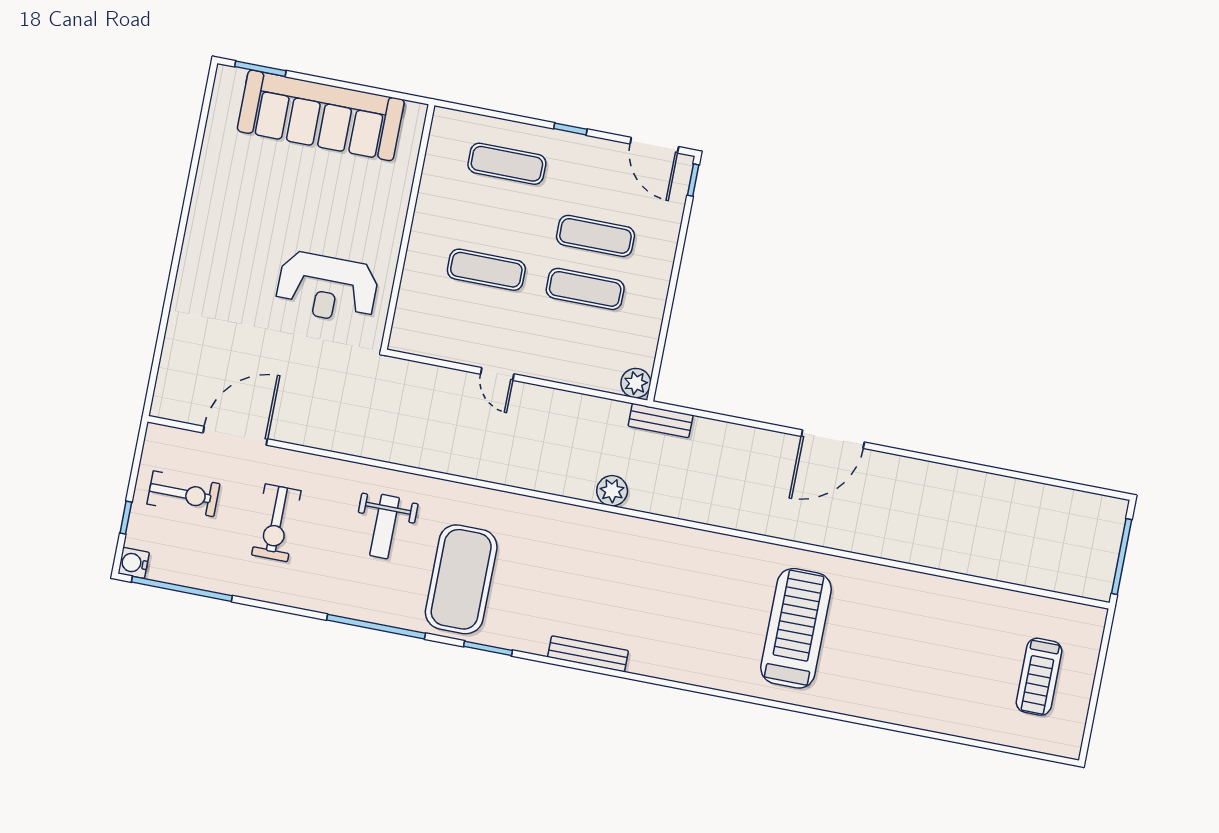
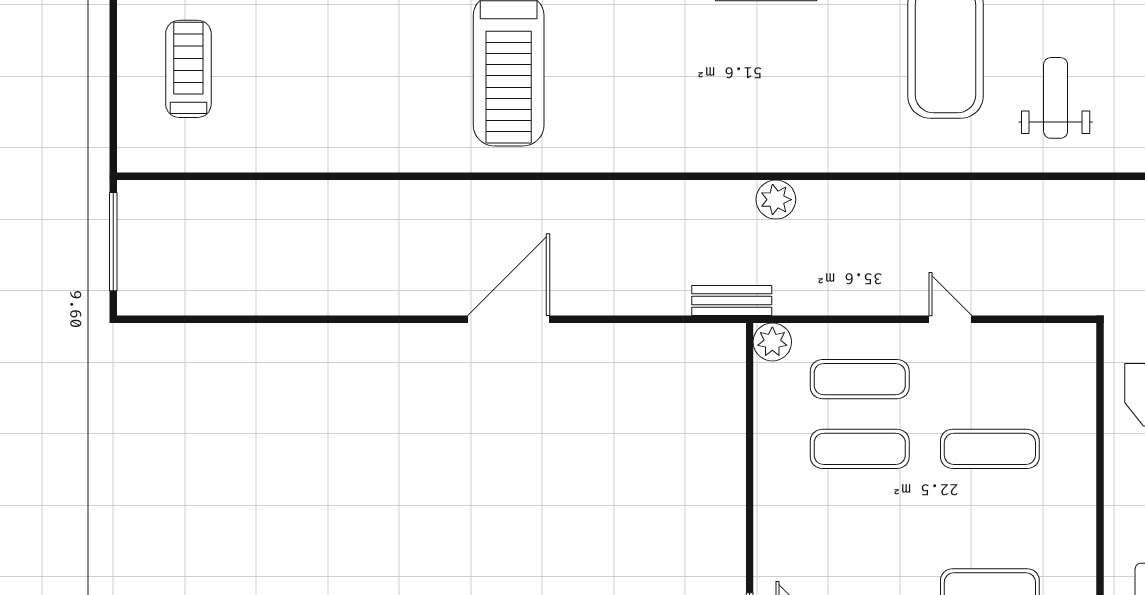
exercise mat: (595, 236) -> (860, 379), moved

